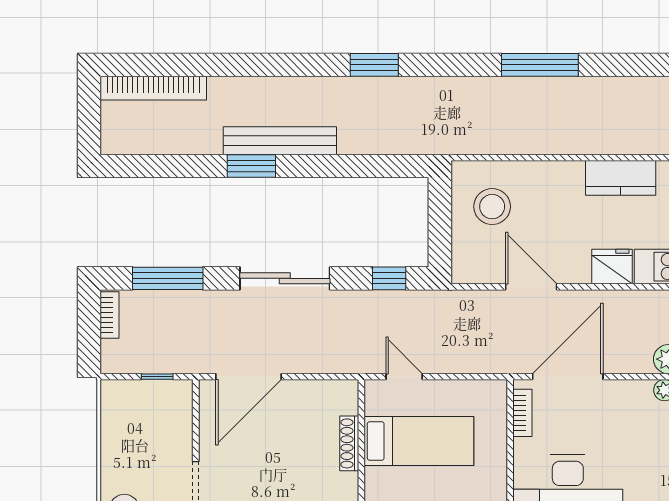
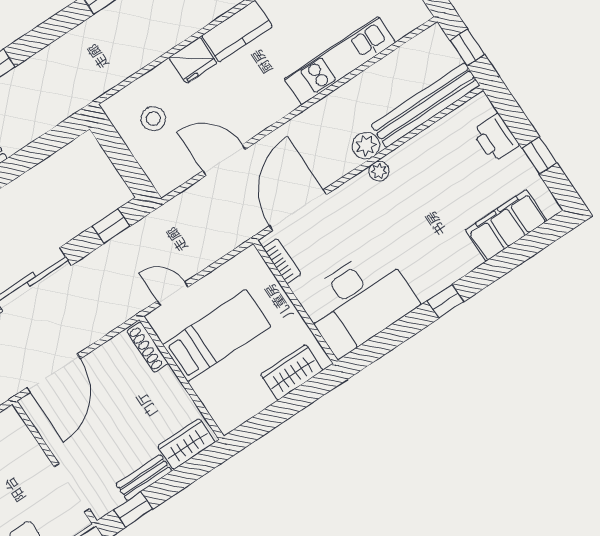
stool: (492, 207) -> (153, 119), width x0.73, depth x0.73
fridge: (612, 267) -> (193, 60), moved, turned 180
shoe rack: (349, 443) -> (148, 347), moved

